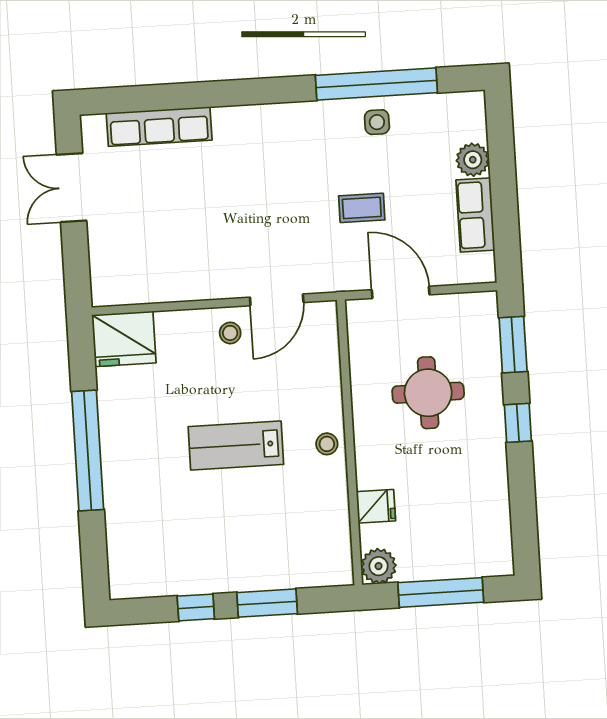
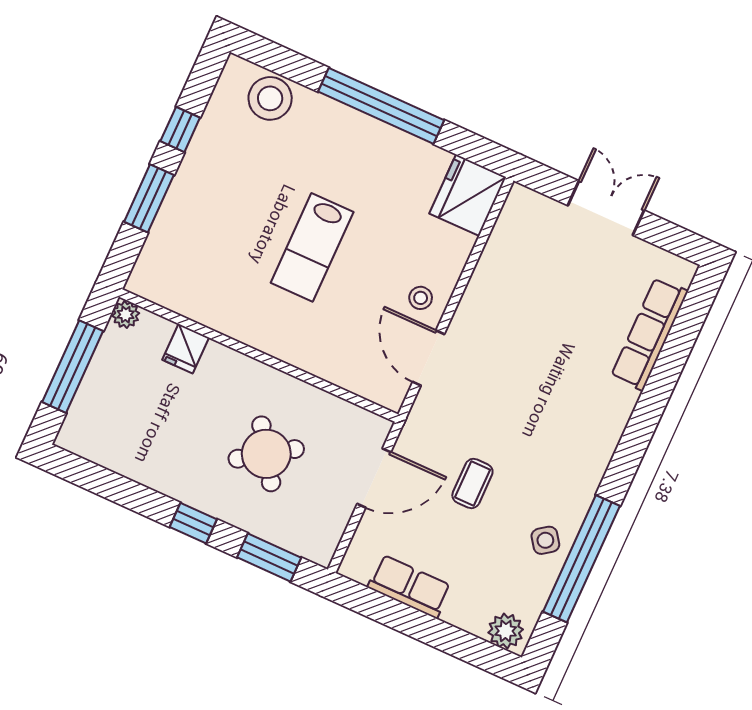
side table: (377, 122) -> (545, 540), turned -36
plant: (473, 160) -> (506, 631), moved
double door: (72, 188) -> (606, 208), moved
round table: (428, 393) -> (266, 454), turned -34
stool: (327, 444) -> (270, 98), moved, width x1.89, depth x1.89
lab bench: (236, 446) -> (312, 247), turned 180
plant: (379, 566) -> (126, 315), width x0.73, depth x0.73

